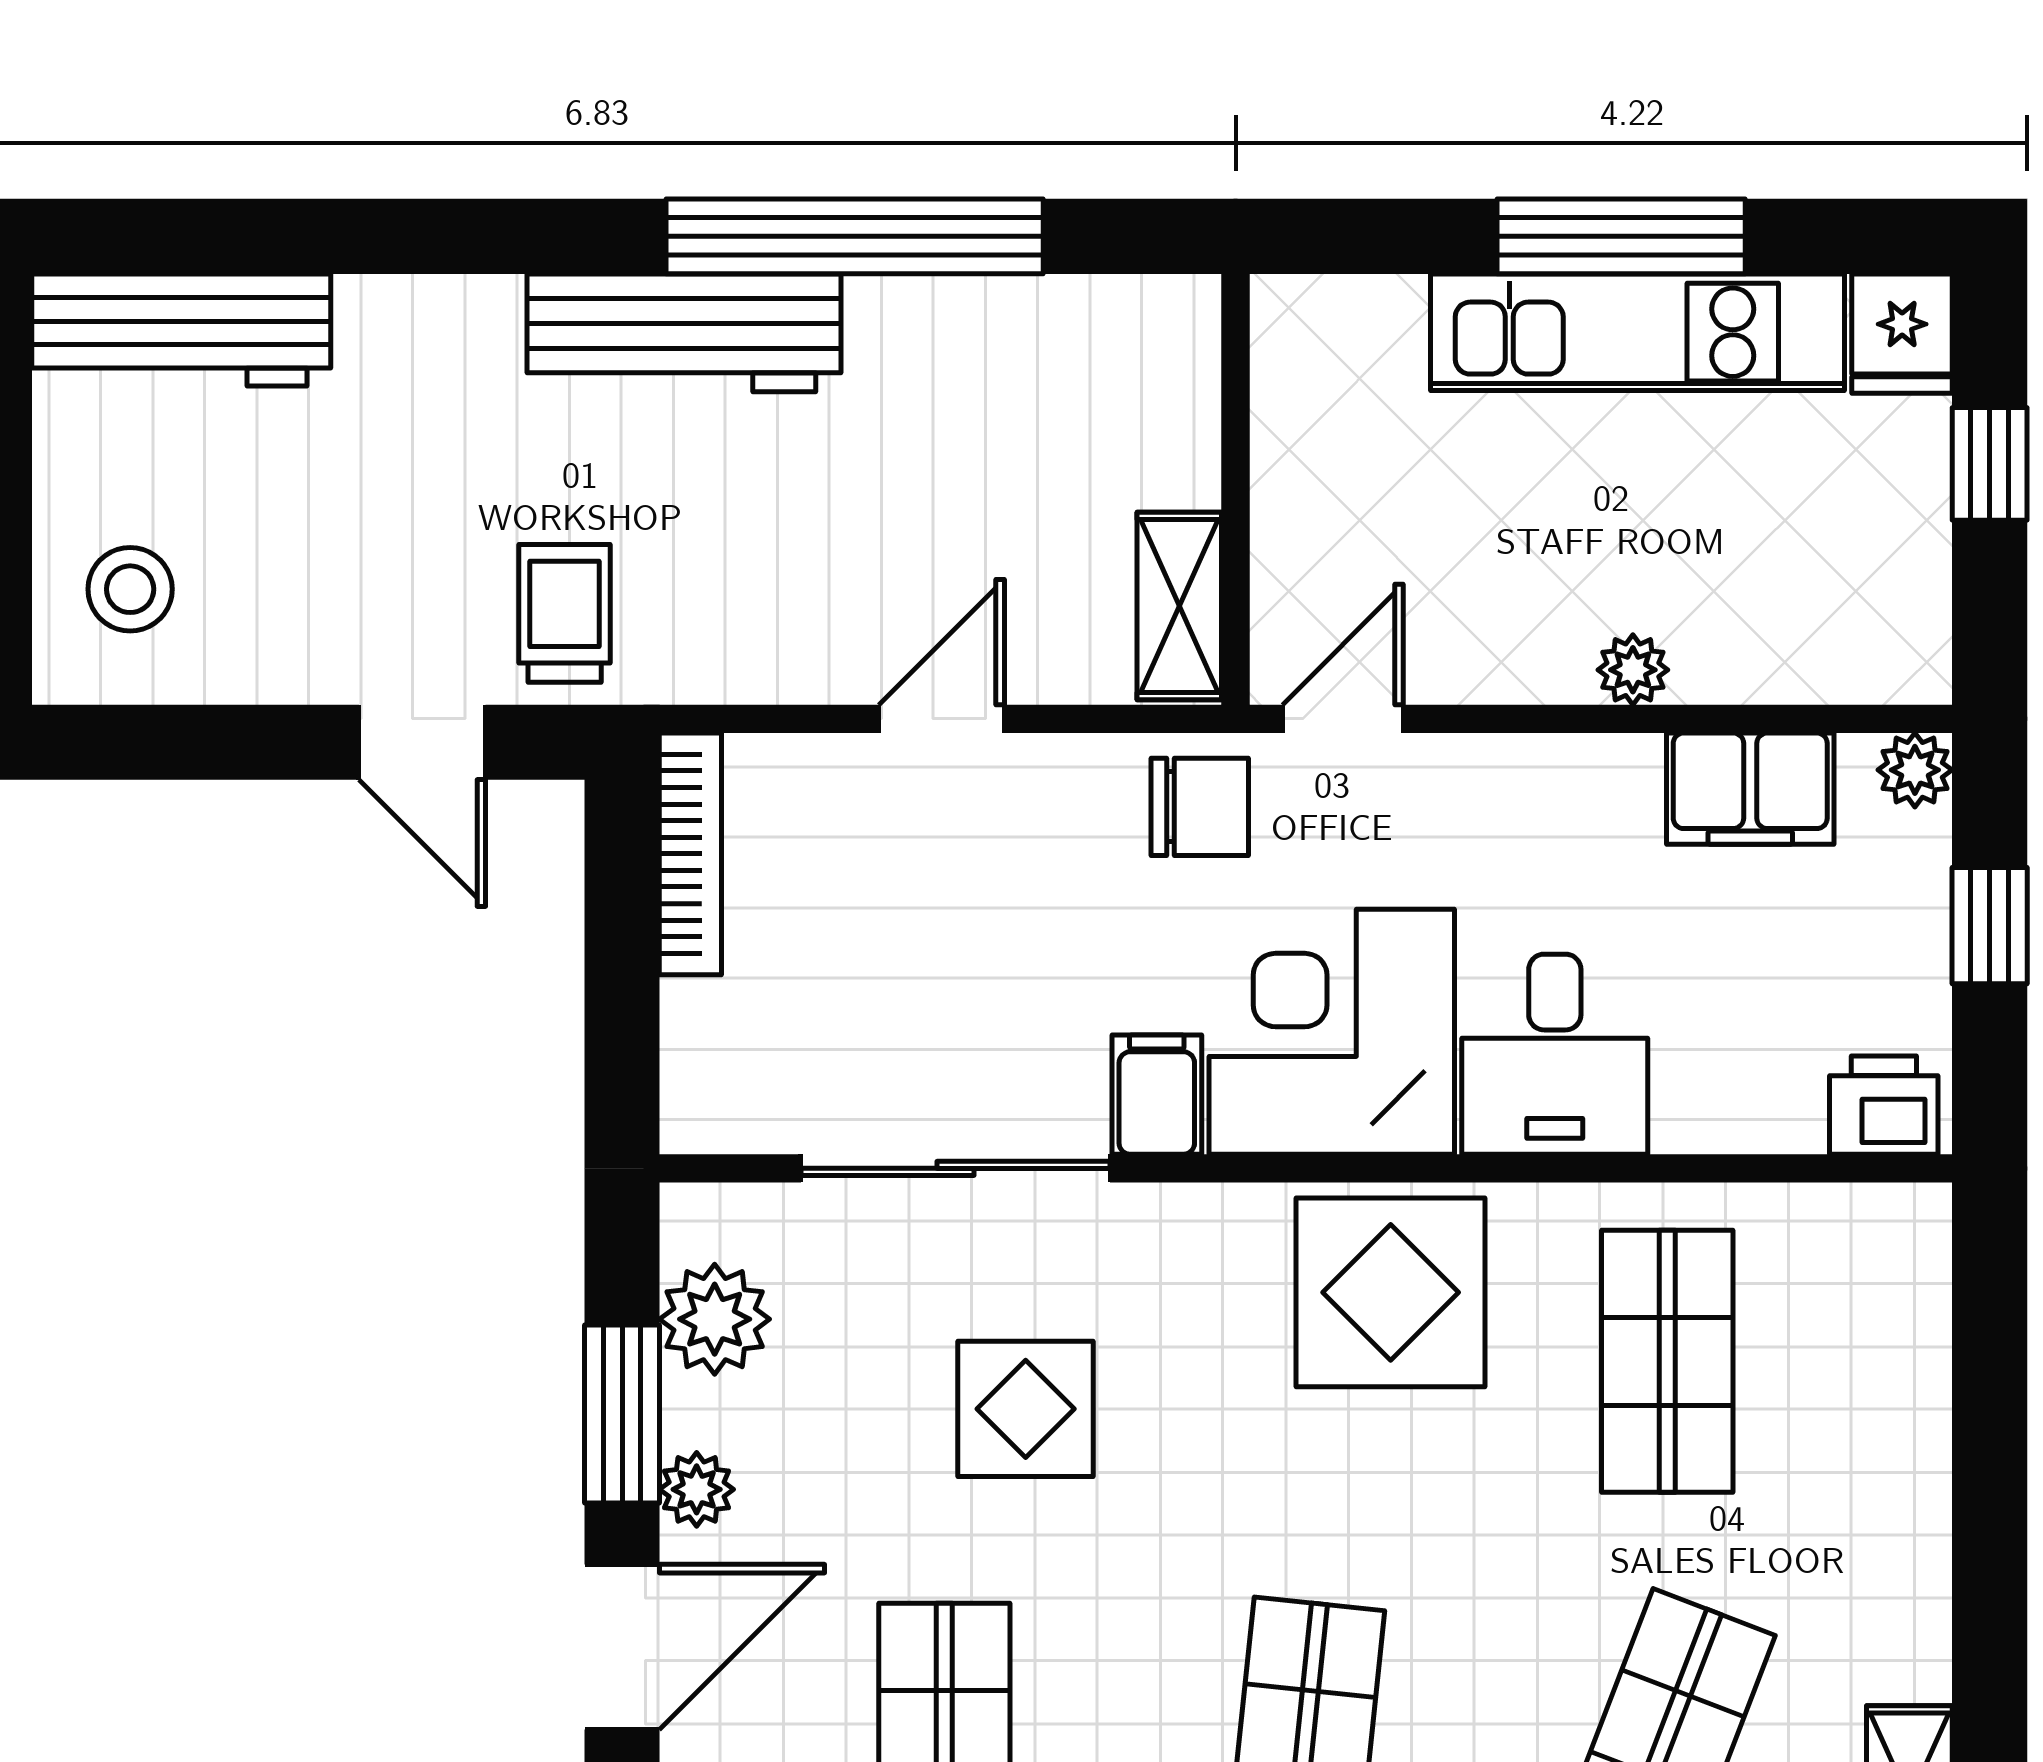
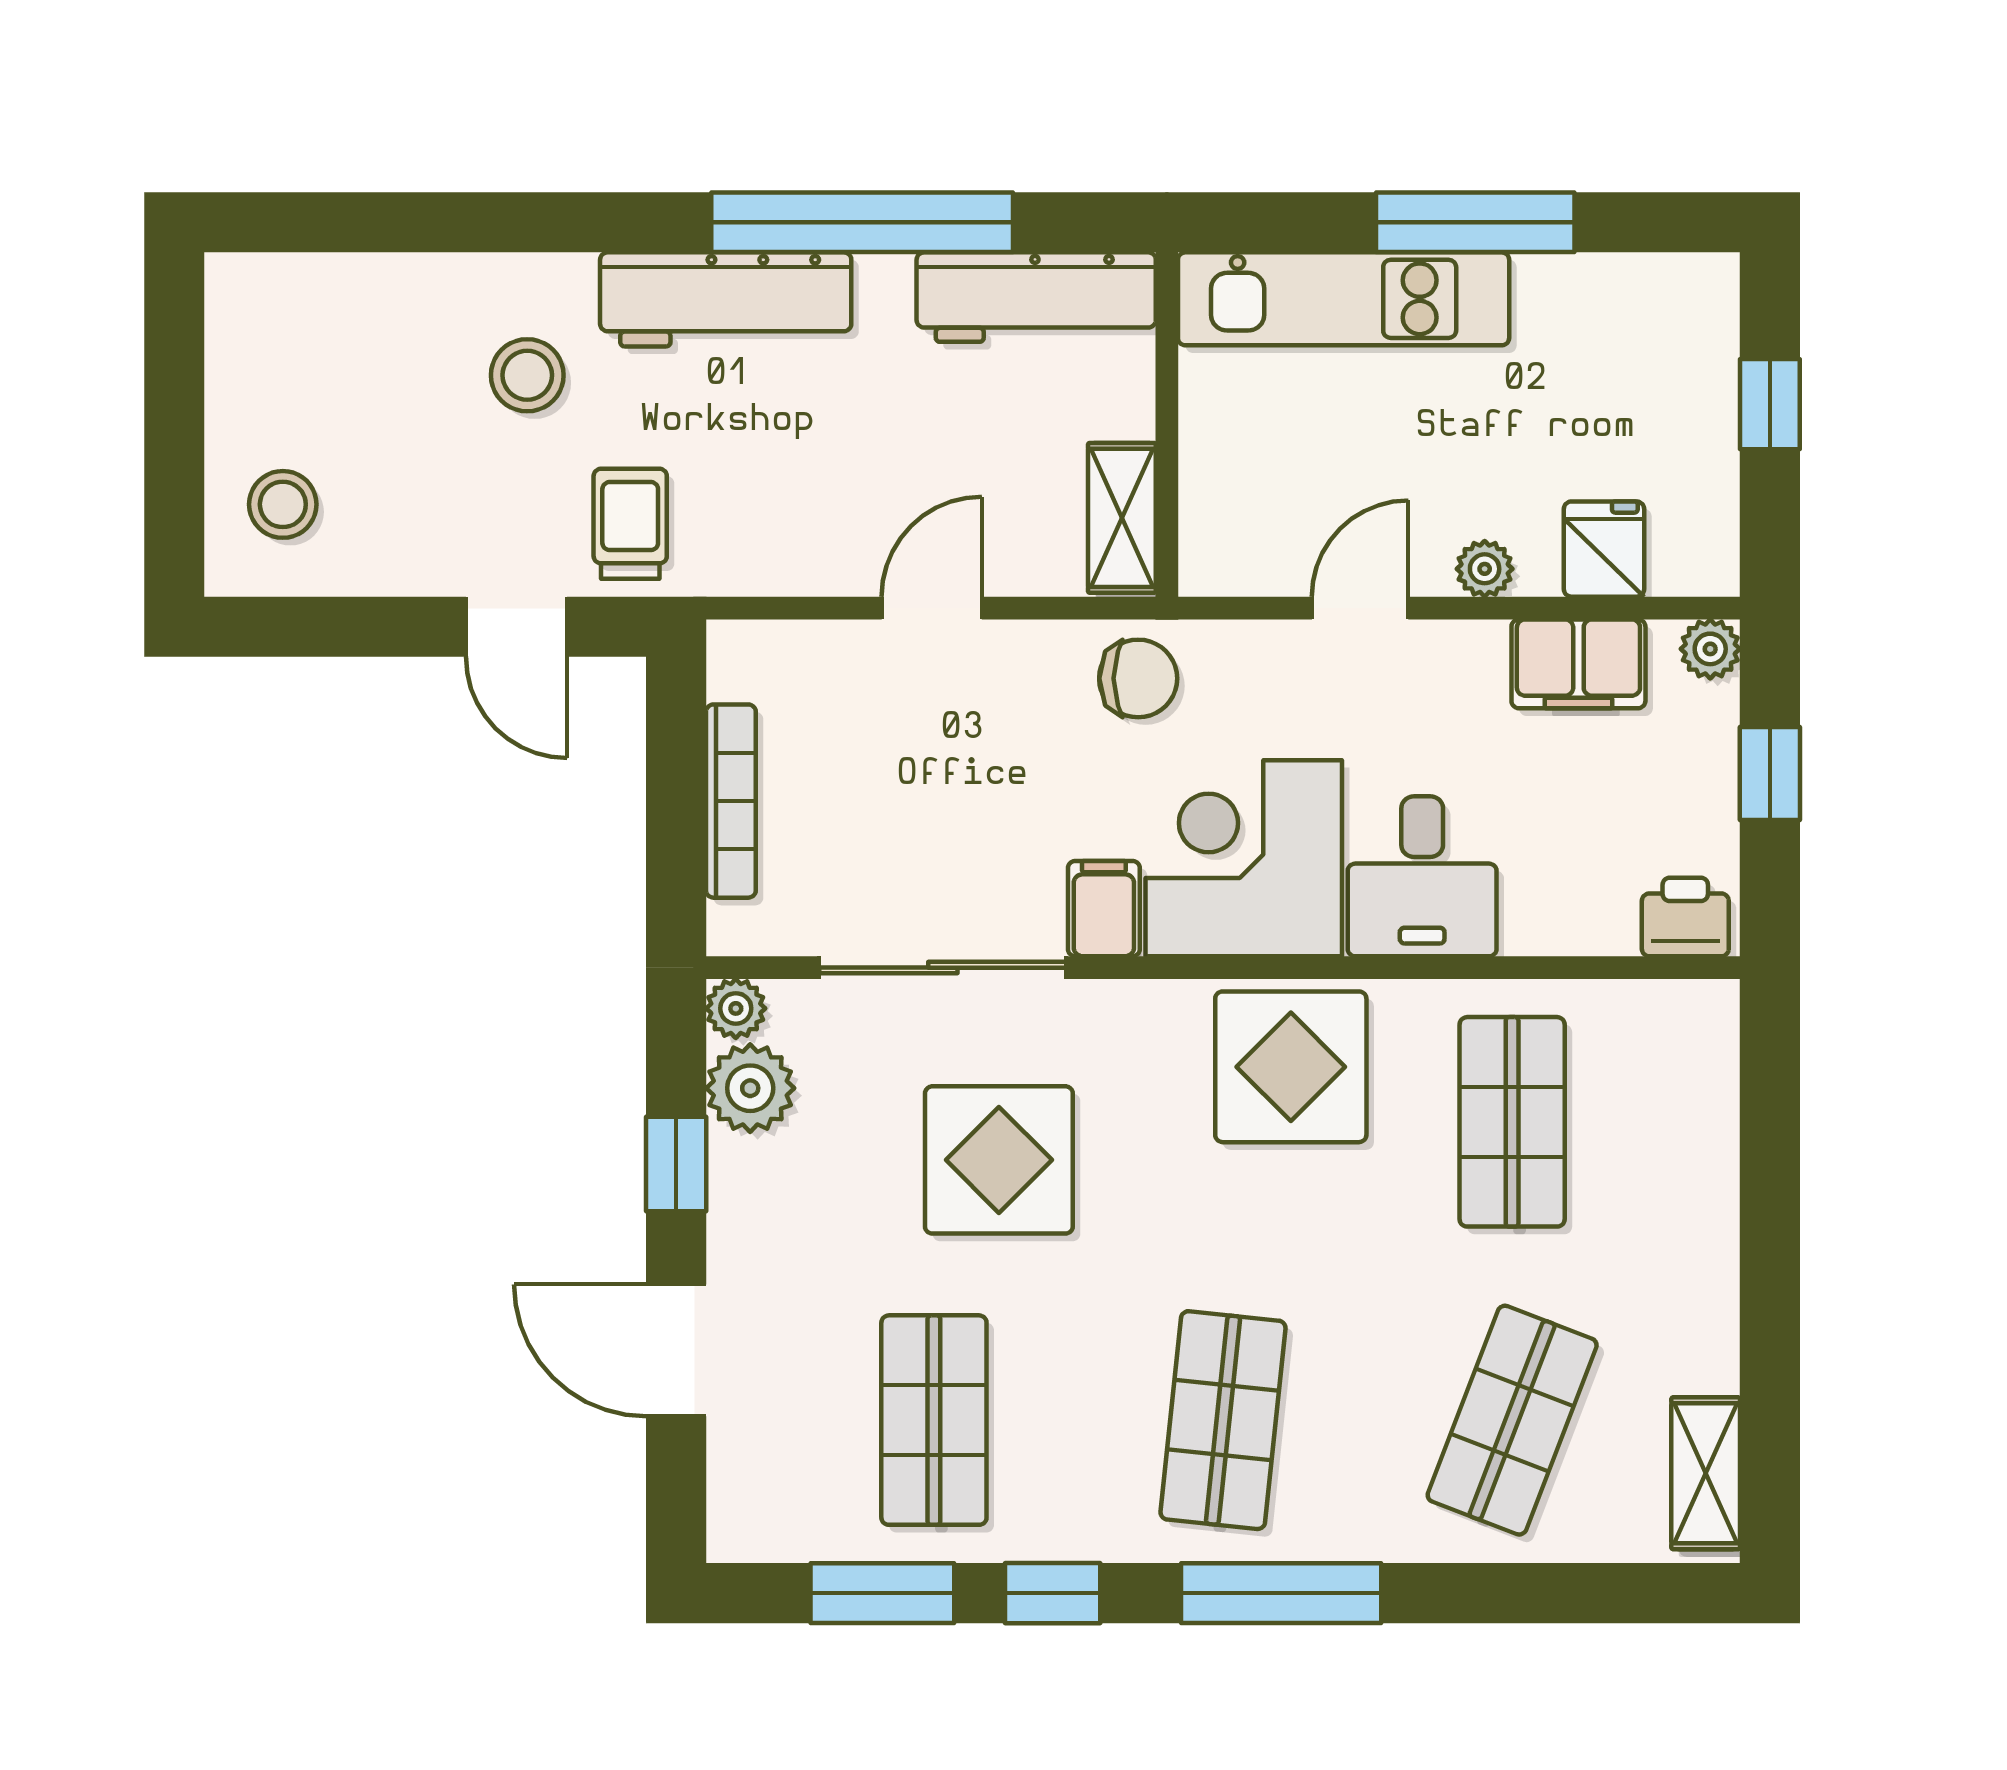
workbench: (181, 330) -> (1036, 297), moved
kitchen unit: (1638, 332) -> (1344, 299), moved
fridge: (1902, 334) -> (1604, 549), moved, turned 180
stool: (436, 428) -> (527, 375), added
door: (1343, 719) -> (1360, 608), moved
bookcase: (690, 854) -> (731, 801), moved
display table: (1026, 1409) -> (999, 1160), width x1.36, depth x1.36
window: (622, 1414) -> (676, 1164), width x0.67
plant: (697, 1489) -> (736, 1008), moved
door: (622, 1647) -> (676, 1350), swing flipped

